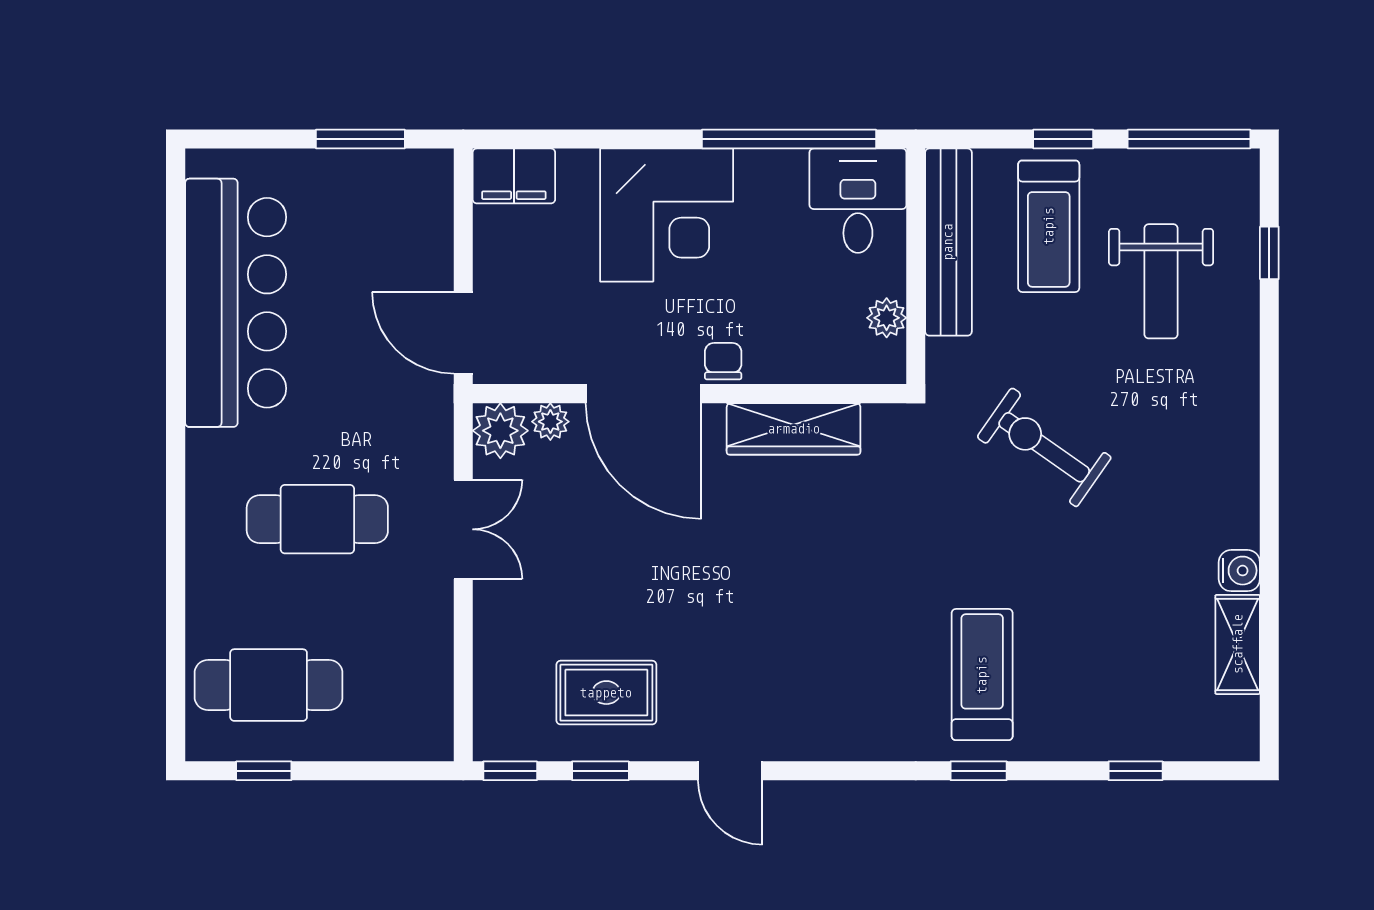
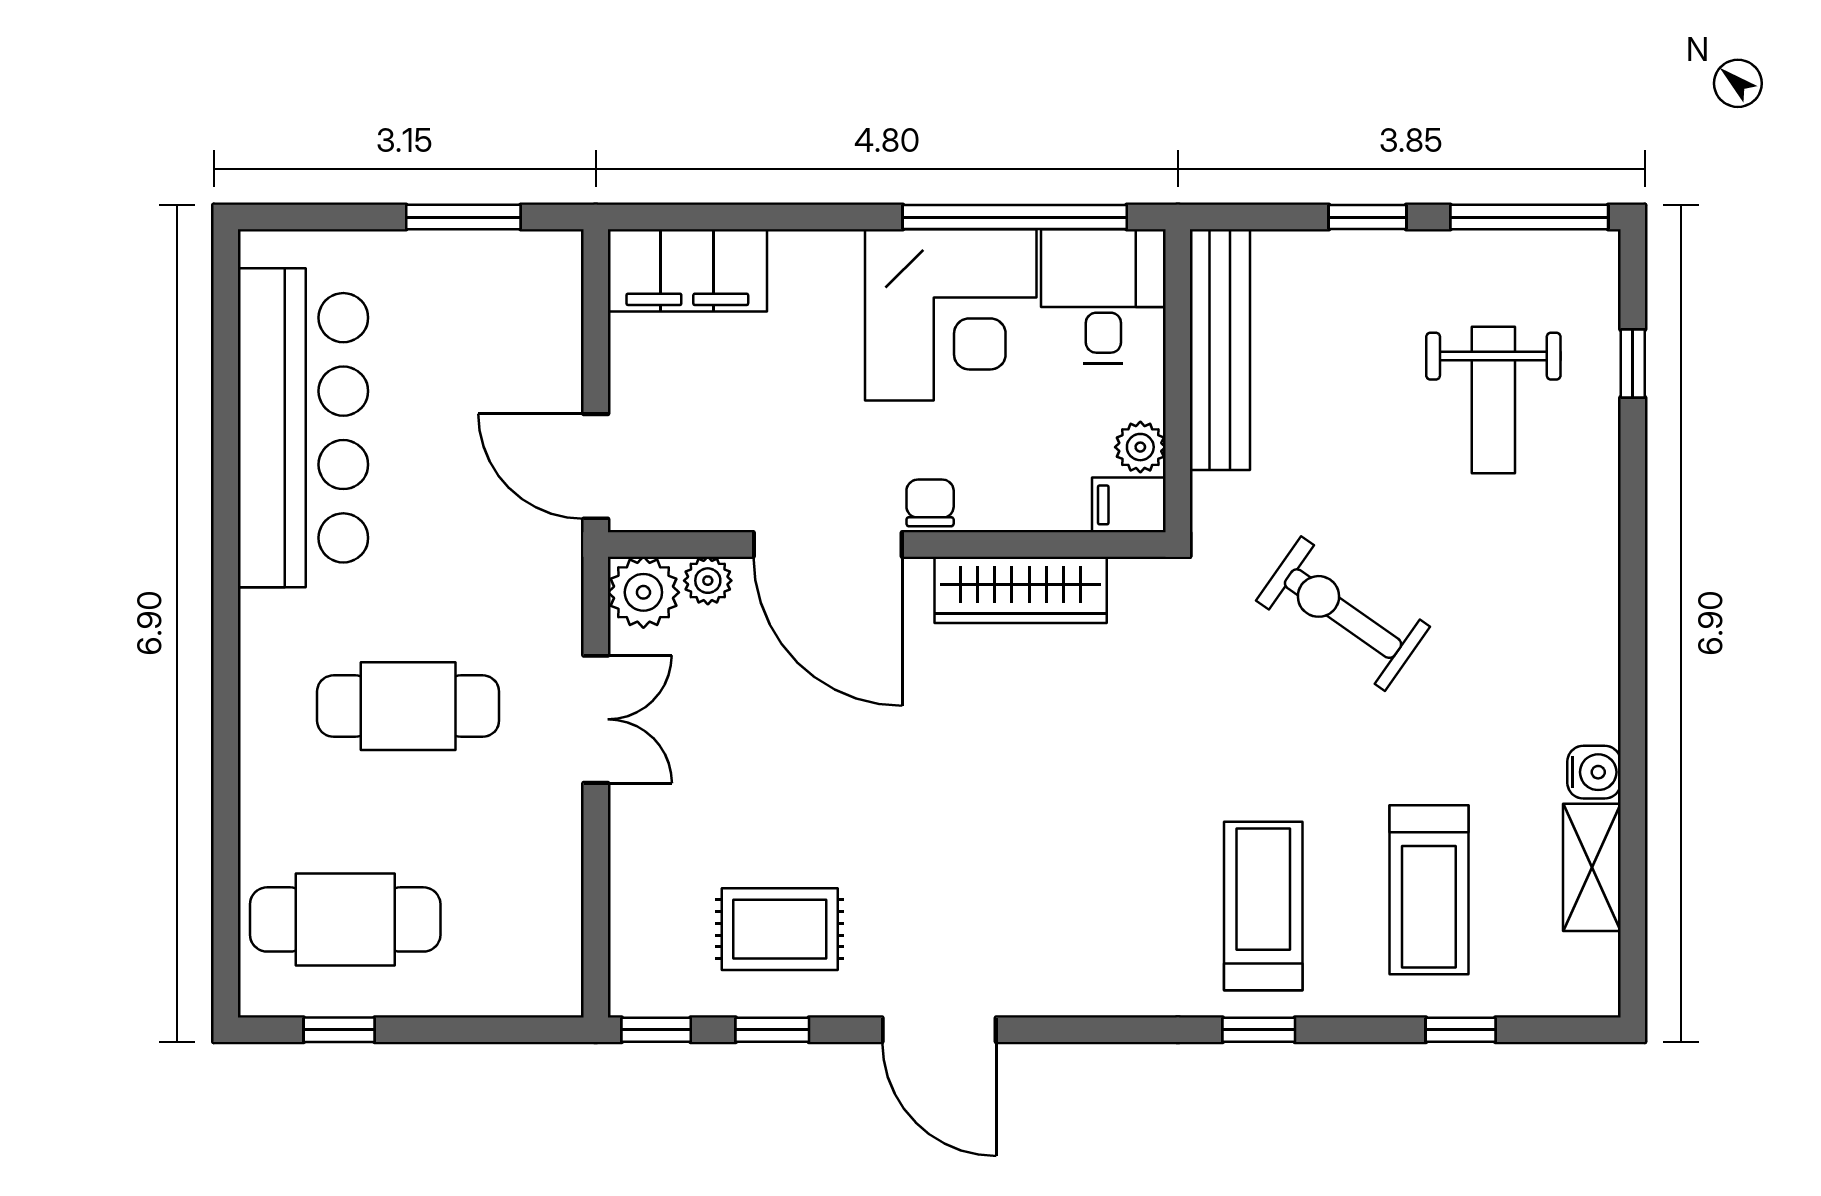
filing cabinet: (514, 176) -> (687, 270), width x1.50, depth x1.17
corner desk: (667, 215) -> (951, 315), moved
treadmill: (1049, 226) -> (1429, 890), moved
filing cabinet: (878, 363) -> (1129, 505), added
door: (730, 771) -> (939, 1030), width x1.37

